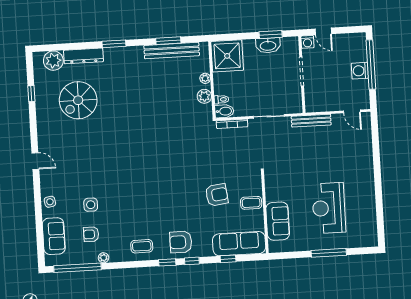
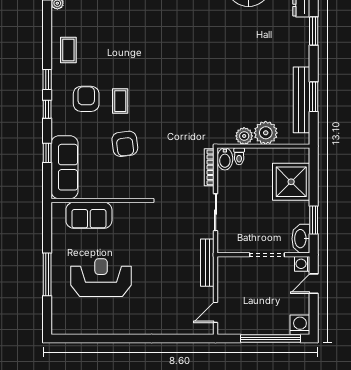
washbasin: (268, 45) -> (301, 239), moved
shower: (227, 56) -> (291, 182), moved
washing machine: (360, 71) -> (300, 325), moved
plant: (205, 78) -> (266, 133), width x1.88, depth x1.88
coffee table: (251, 203) -> (120, 101), moved
armchair: (181, 242) -> (86, 99), moved

